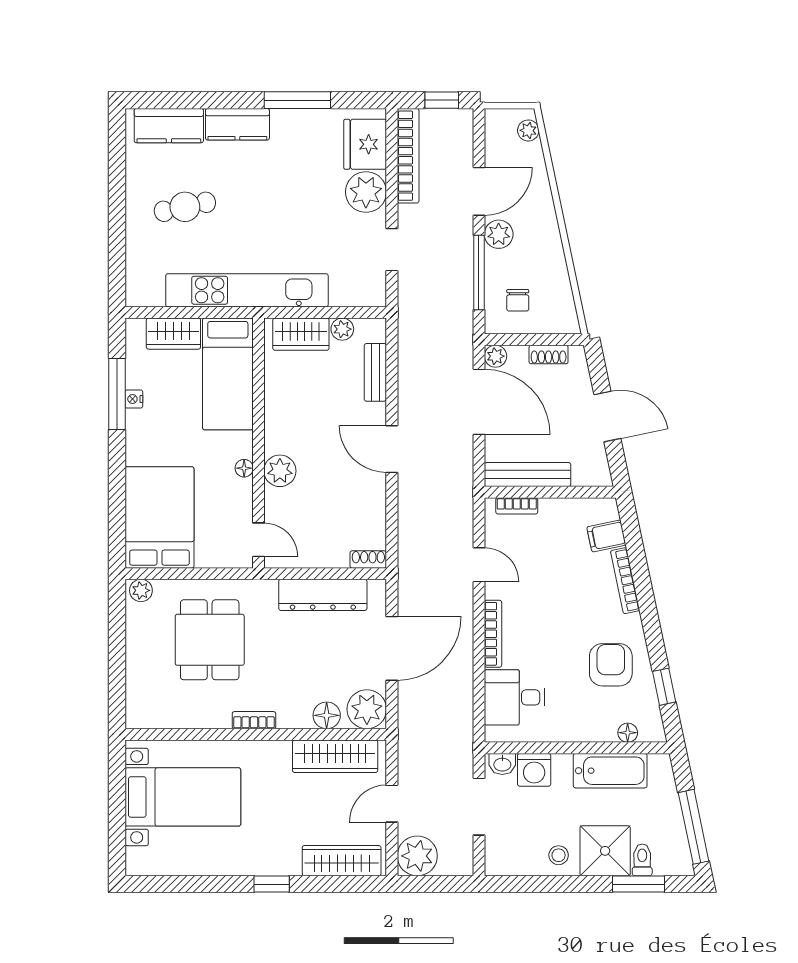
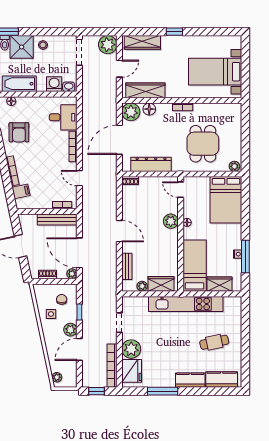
side table: (541, 268) -> (51, 314), added
window: (479, 273) -> (79, 312), width x0.46
doorway: (479, 807) -> (79, 52), moved

